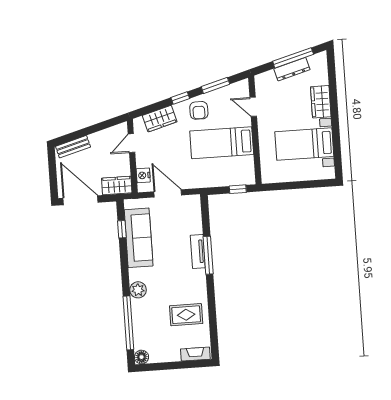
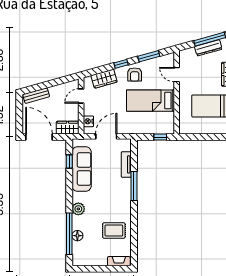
door: (168, 193) -> (106, 136), hinge flipped
tv unit: (198, 251) -> (126, 164), moved
floor lamp: (142, 357) -> (77, 236), moved

